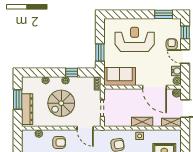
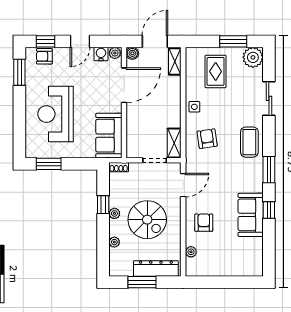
armchair: (172, 44) -> (44, 56), moved
window: (100, 53) -> (49, 164), moved
shelving: (142, 122) -> (174, 143), moved

